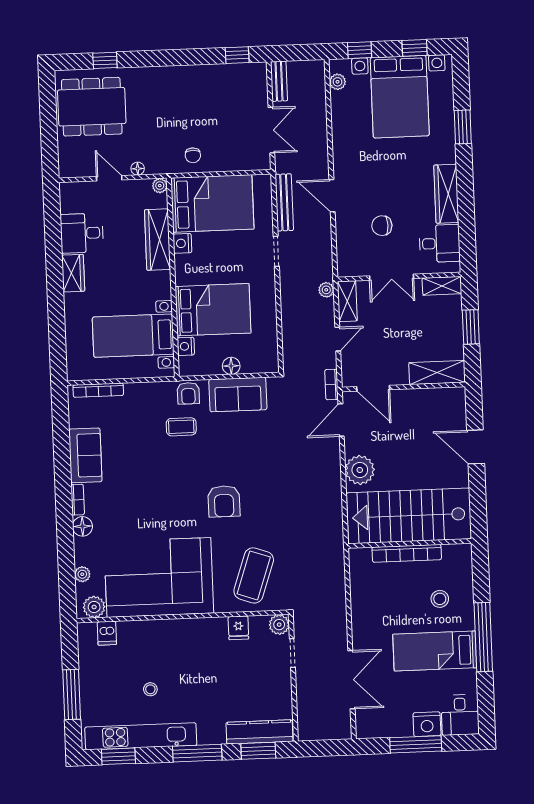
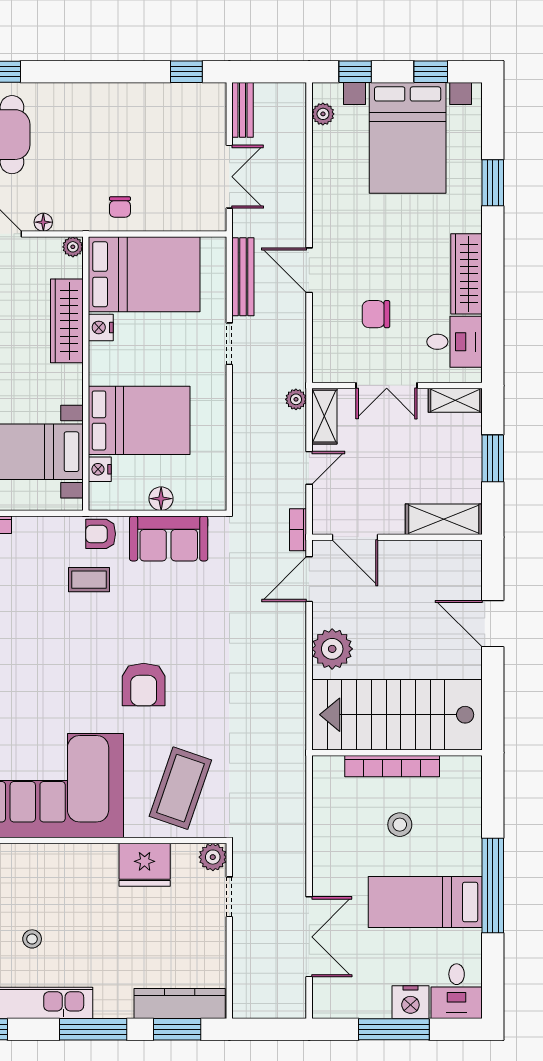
armchair: (188, 393) -> (101, 534), turned 90
stool: (440, 599) -> (400, 825), moved
fridge: (238, 628) -> (145, 865), width x1.88, depth x1.34

